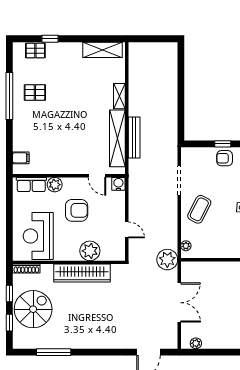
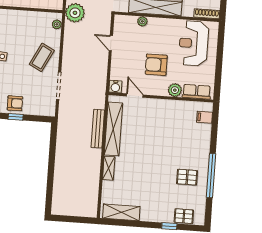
reception desk: (38, 236) -> (194, 43), turned 180
plant: (90, 251) -> (142, 21), width x0.53, depth x0.53

